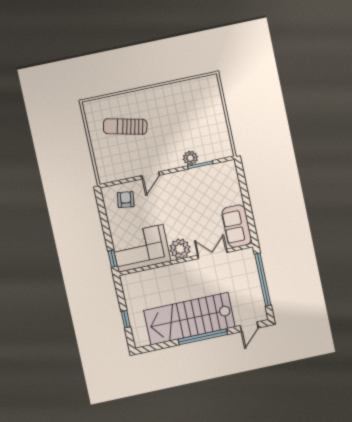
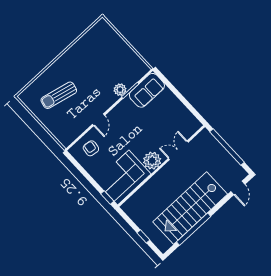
sofa: (237, 226) -> (147, 90), moved, turned -90
window: (203, 337) -> (194, 229), moved

